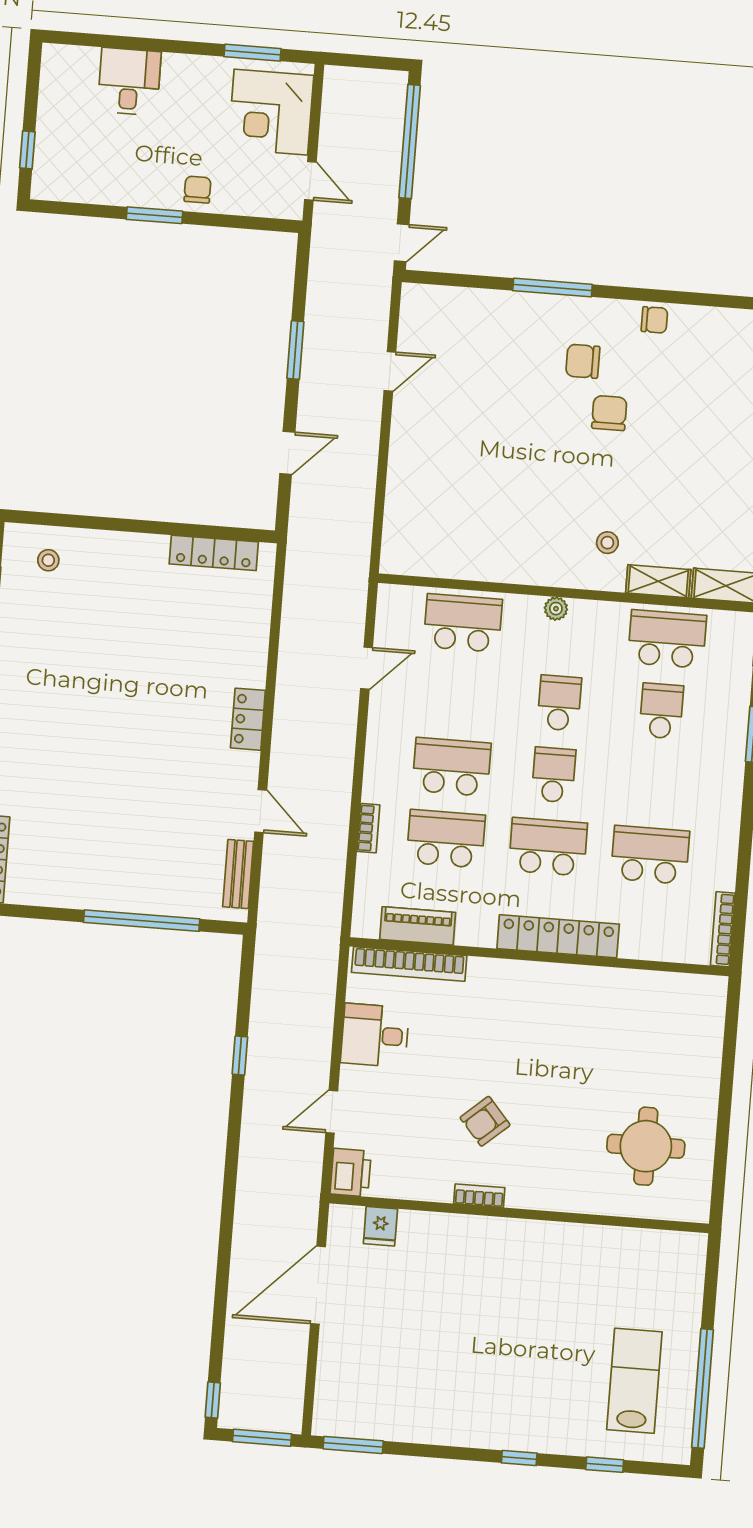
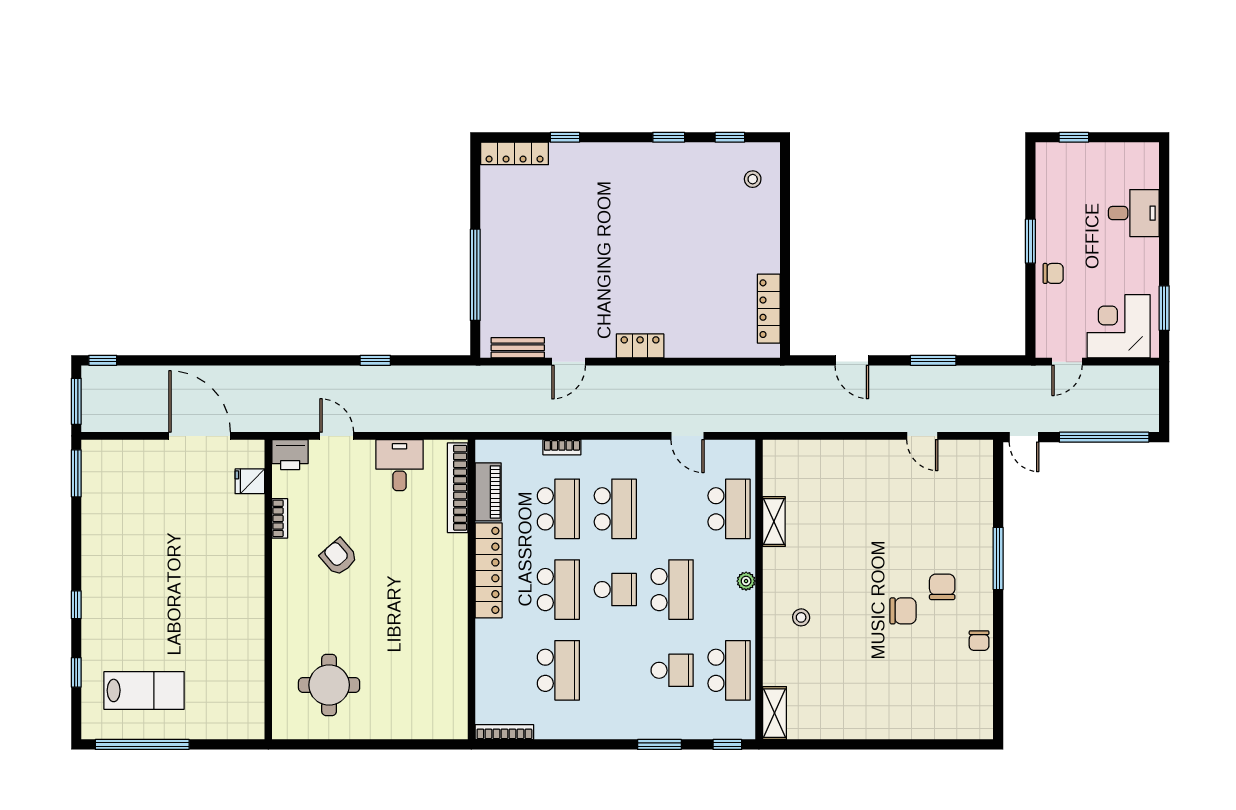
shelving: (658, 581) -> (774, 522), moved
school desk: (559, 703) -> (672, 590), width x1.85
locker: (558, 936) -> (489, 570), moved
bookcase: (479, 1196) -> (280, 518), moved

